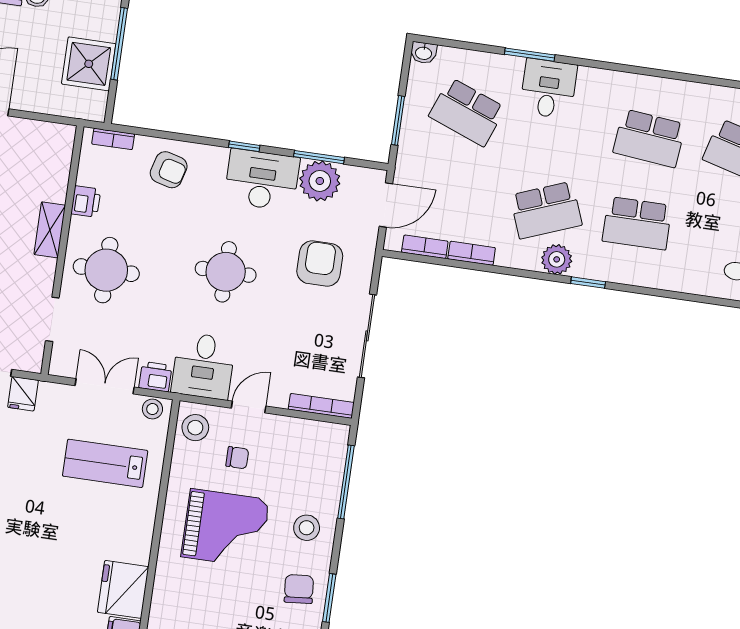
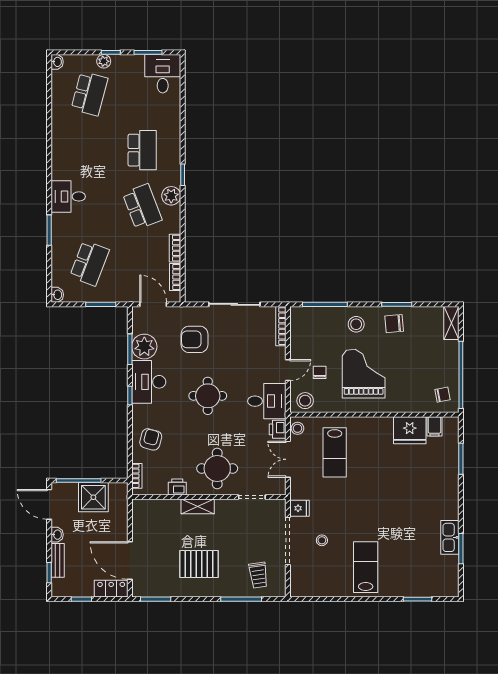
desk: (548, 89) -> (68, 196), moved
school desk: (649, 138) -> (89, 150), removed
door: (249, 407) -> (288, 370), swing flipped

